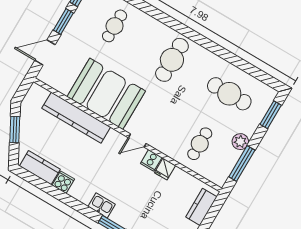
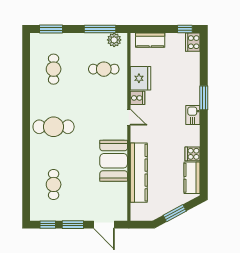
cafe table: (115, 26) -> (54, 184), turned 90
booth: (106, 94) -> (114, 161), width x0.73, depth x0.70
cafe table: (229, 94) -> (54, 69), width x0.73, depth x0.74
plant: (240, 142) -> (114, 40), moved
fridge: (165, 169) -> (141, 78), width x1.88, depth x1.34

